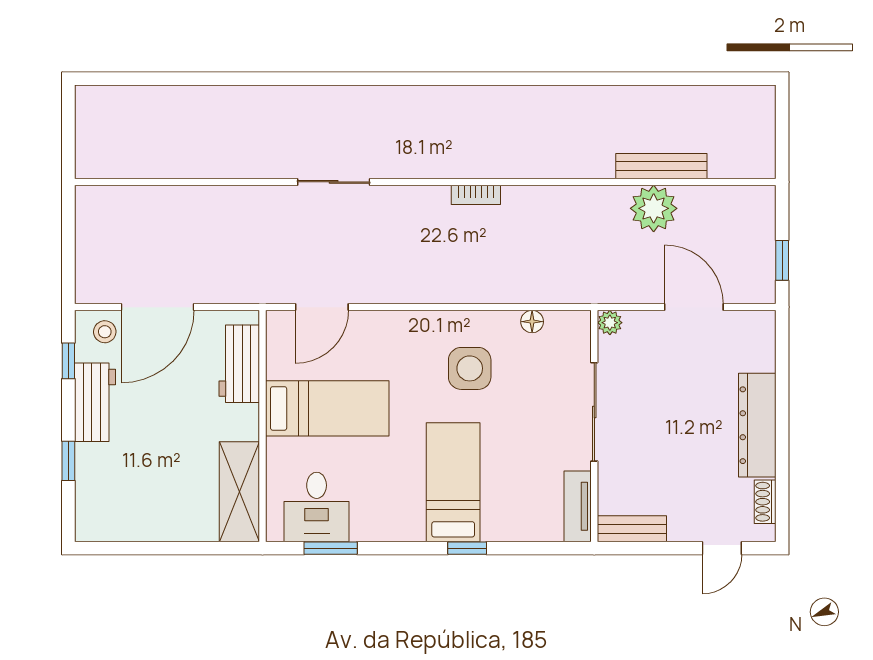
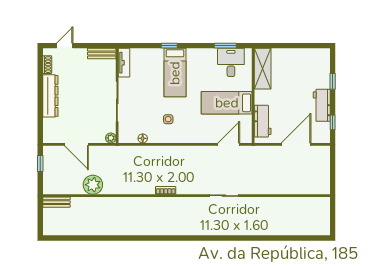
bench: (661, 166) -> (56, 202), moved, width x0.73
stool: (105, 332) -> (318, 134), removed
side table: (470, 368) -> (168, 119), width x0.54, depth x0.54

